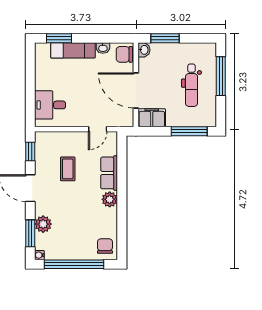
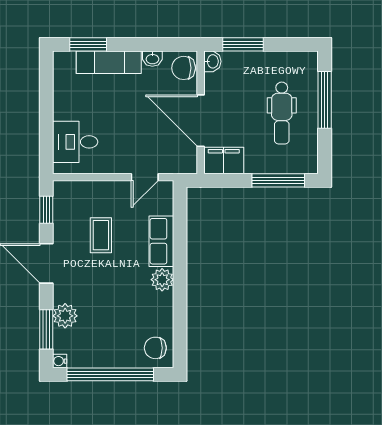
chair: (105, 246) -> (155, 348), turned -90

